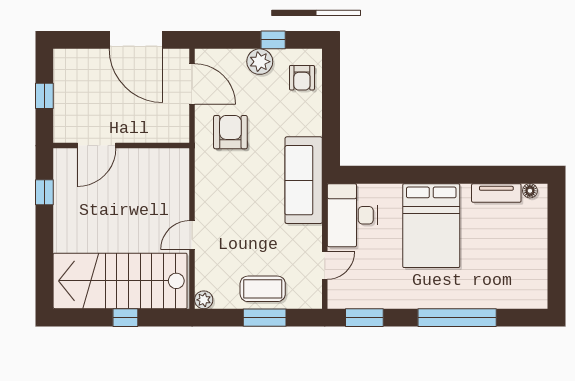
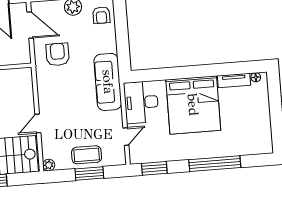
bed: (431, 226) -> (193, 105), width x1.36

